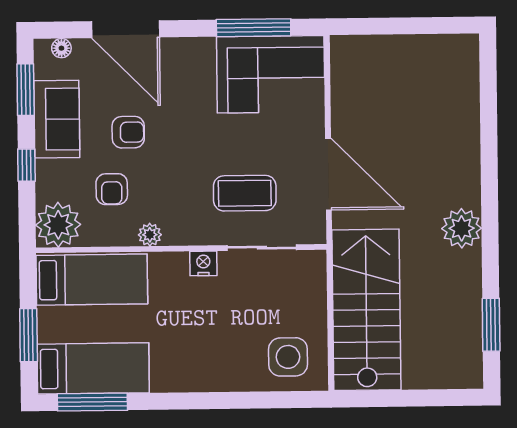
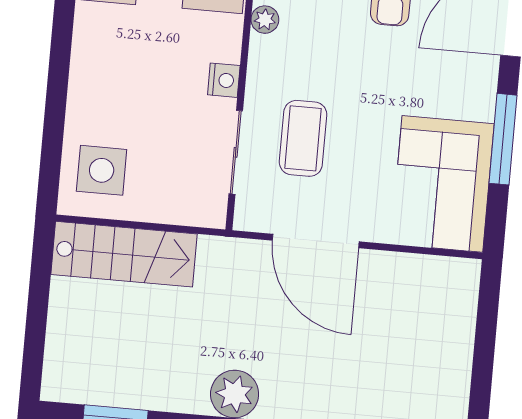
window: (254, 28) -> (503, 139), moved
door: (328, 174) -> (316, 241), hinge flipped
stairs: (366, 310) -> (124, 254), width x0.73, depth x0.66

